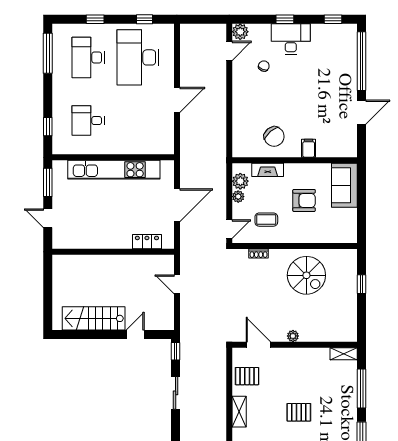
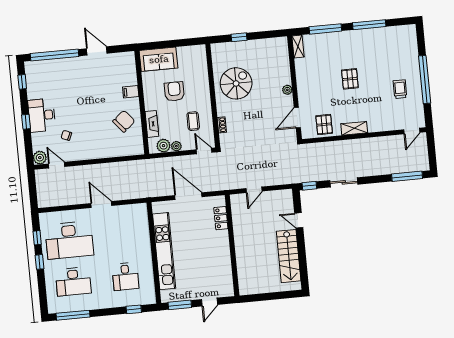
window: (95, 19) -> (39, 262), moved

